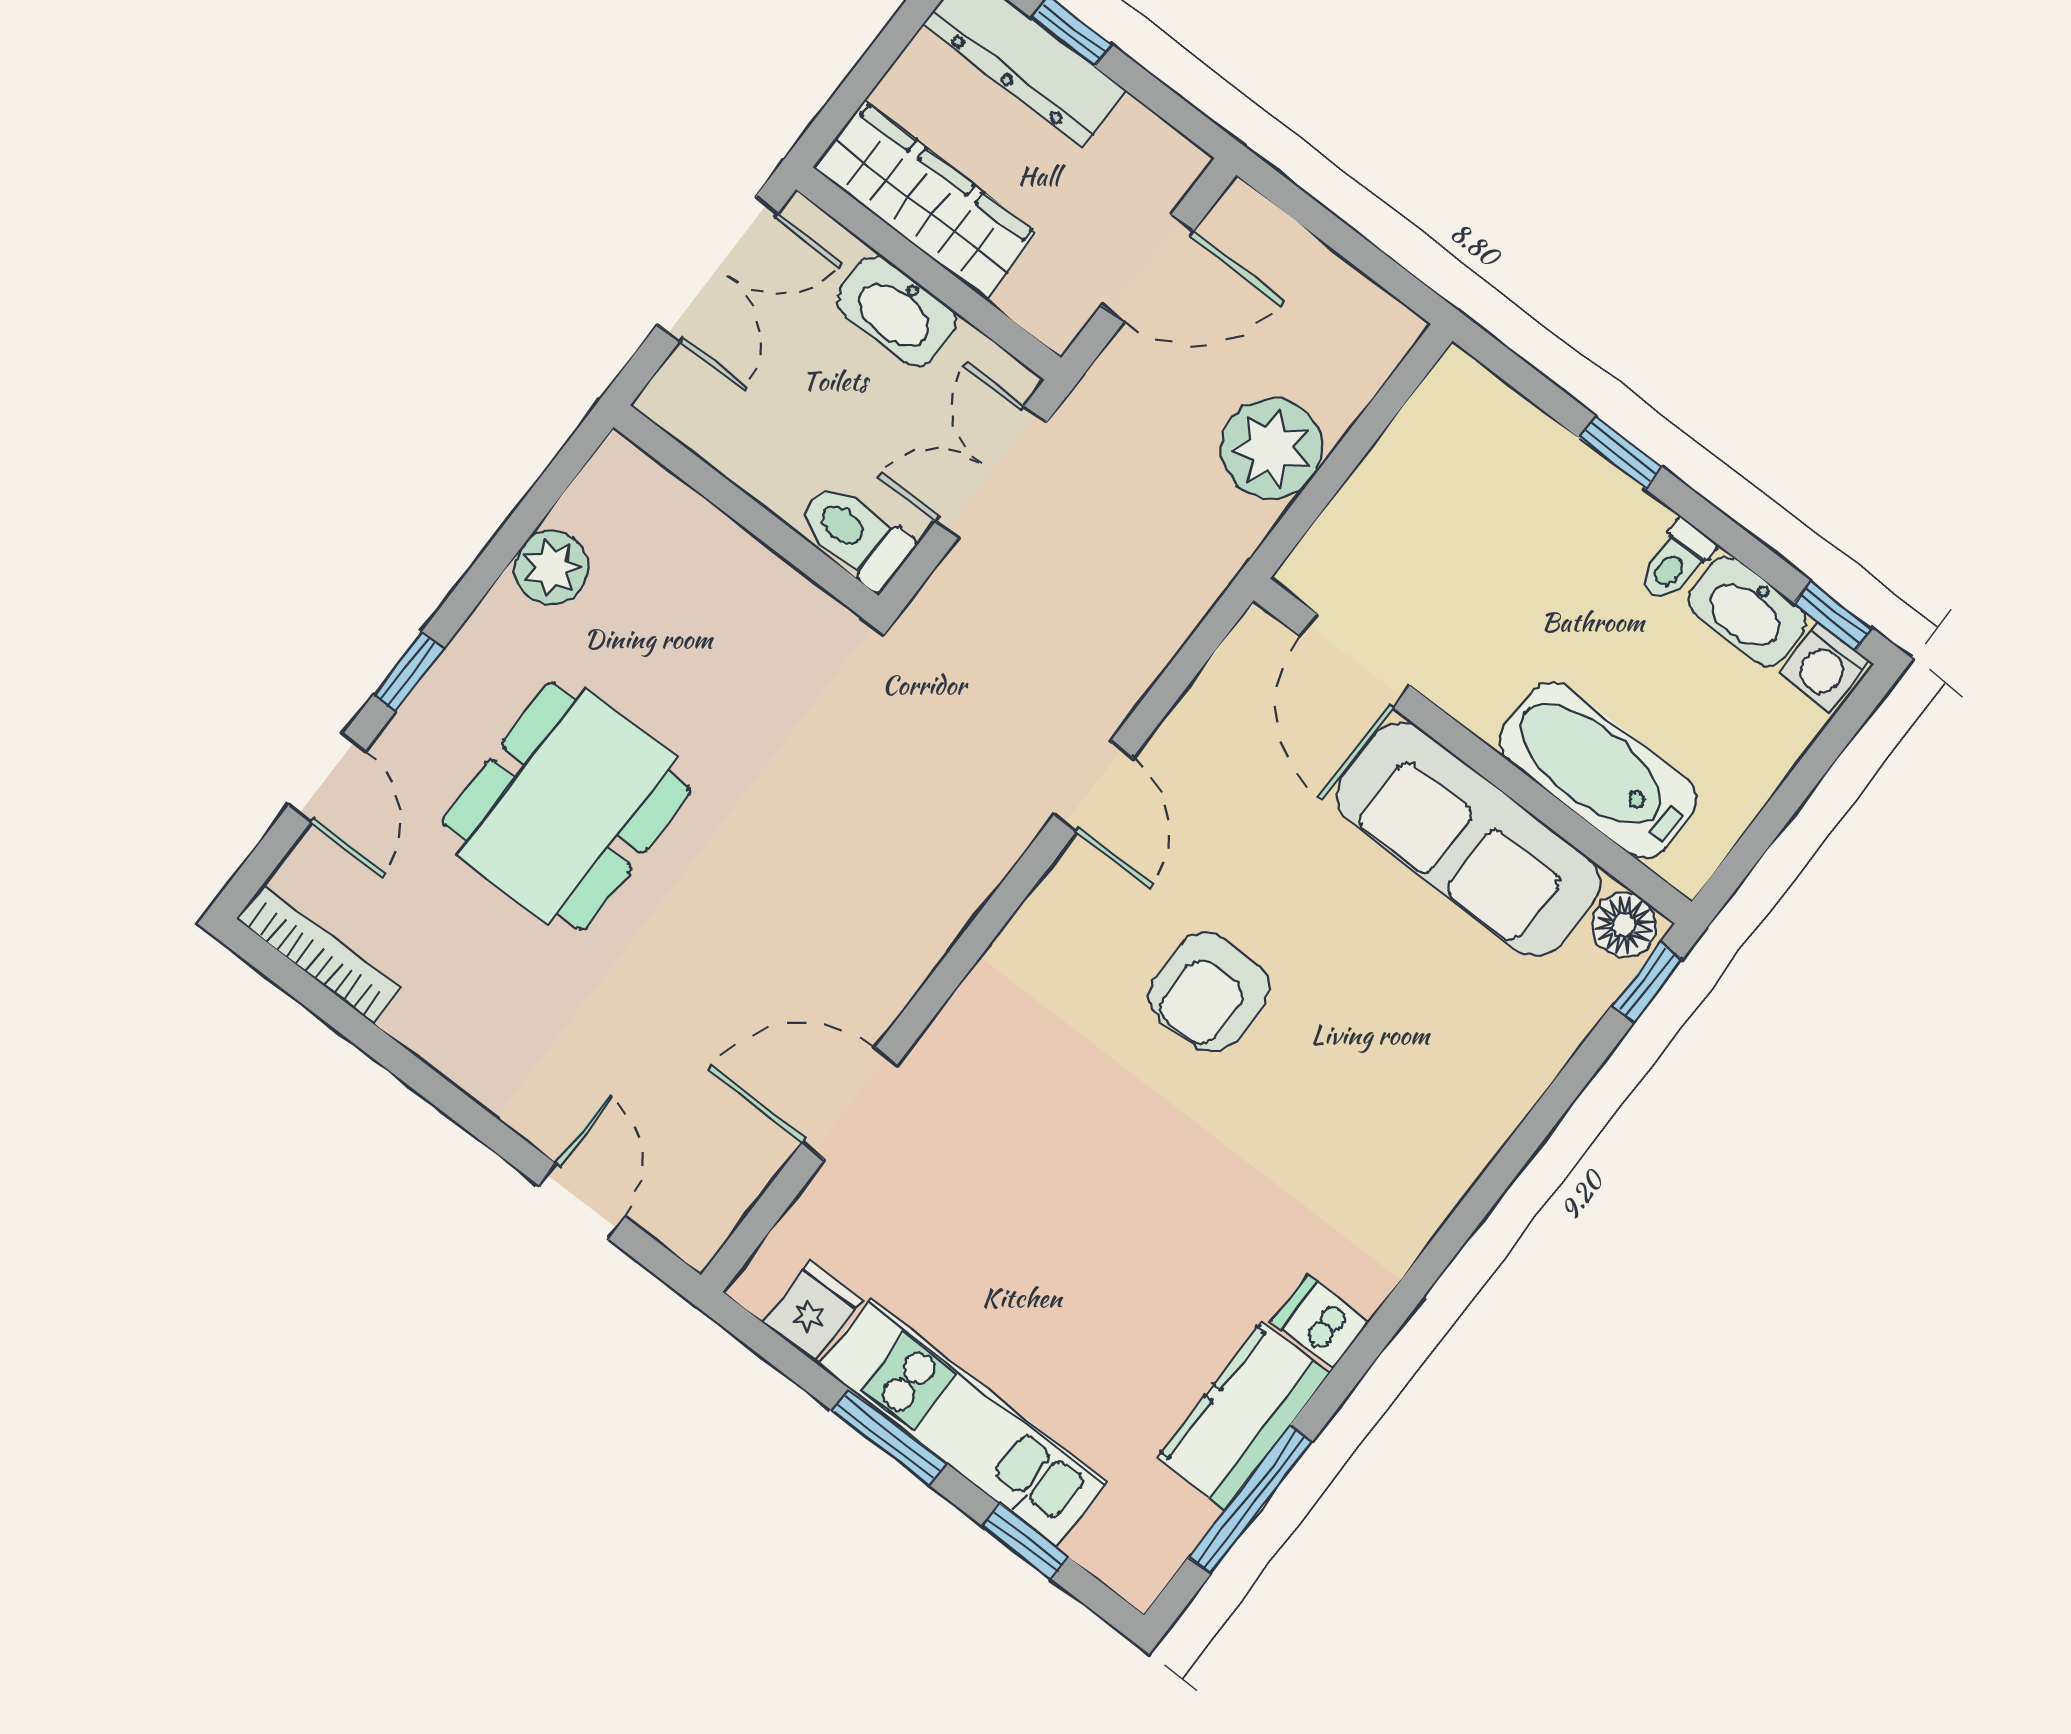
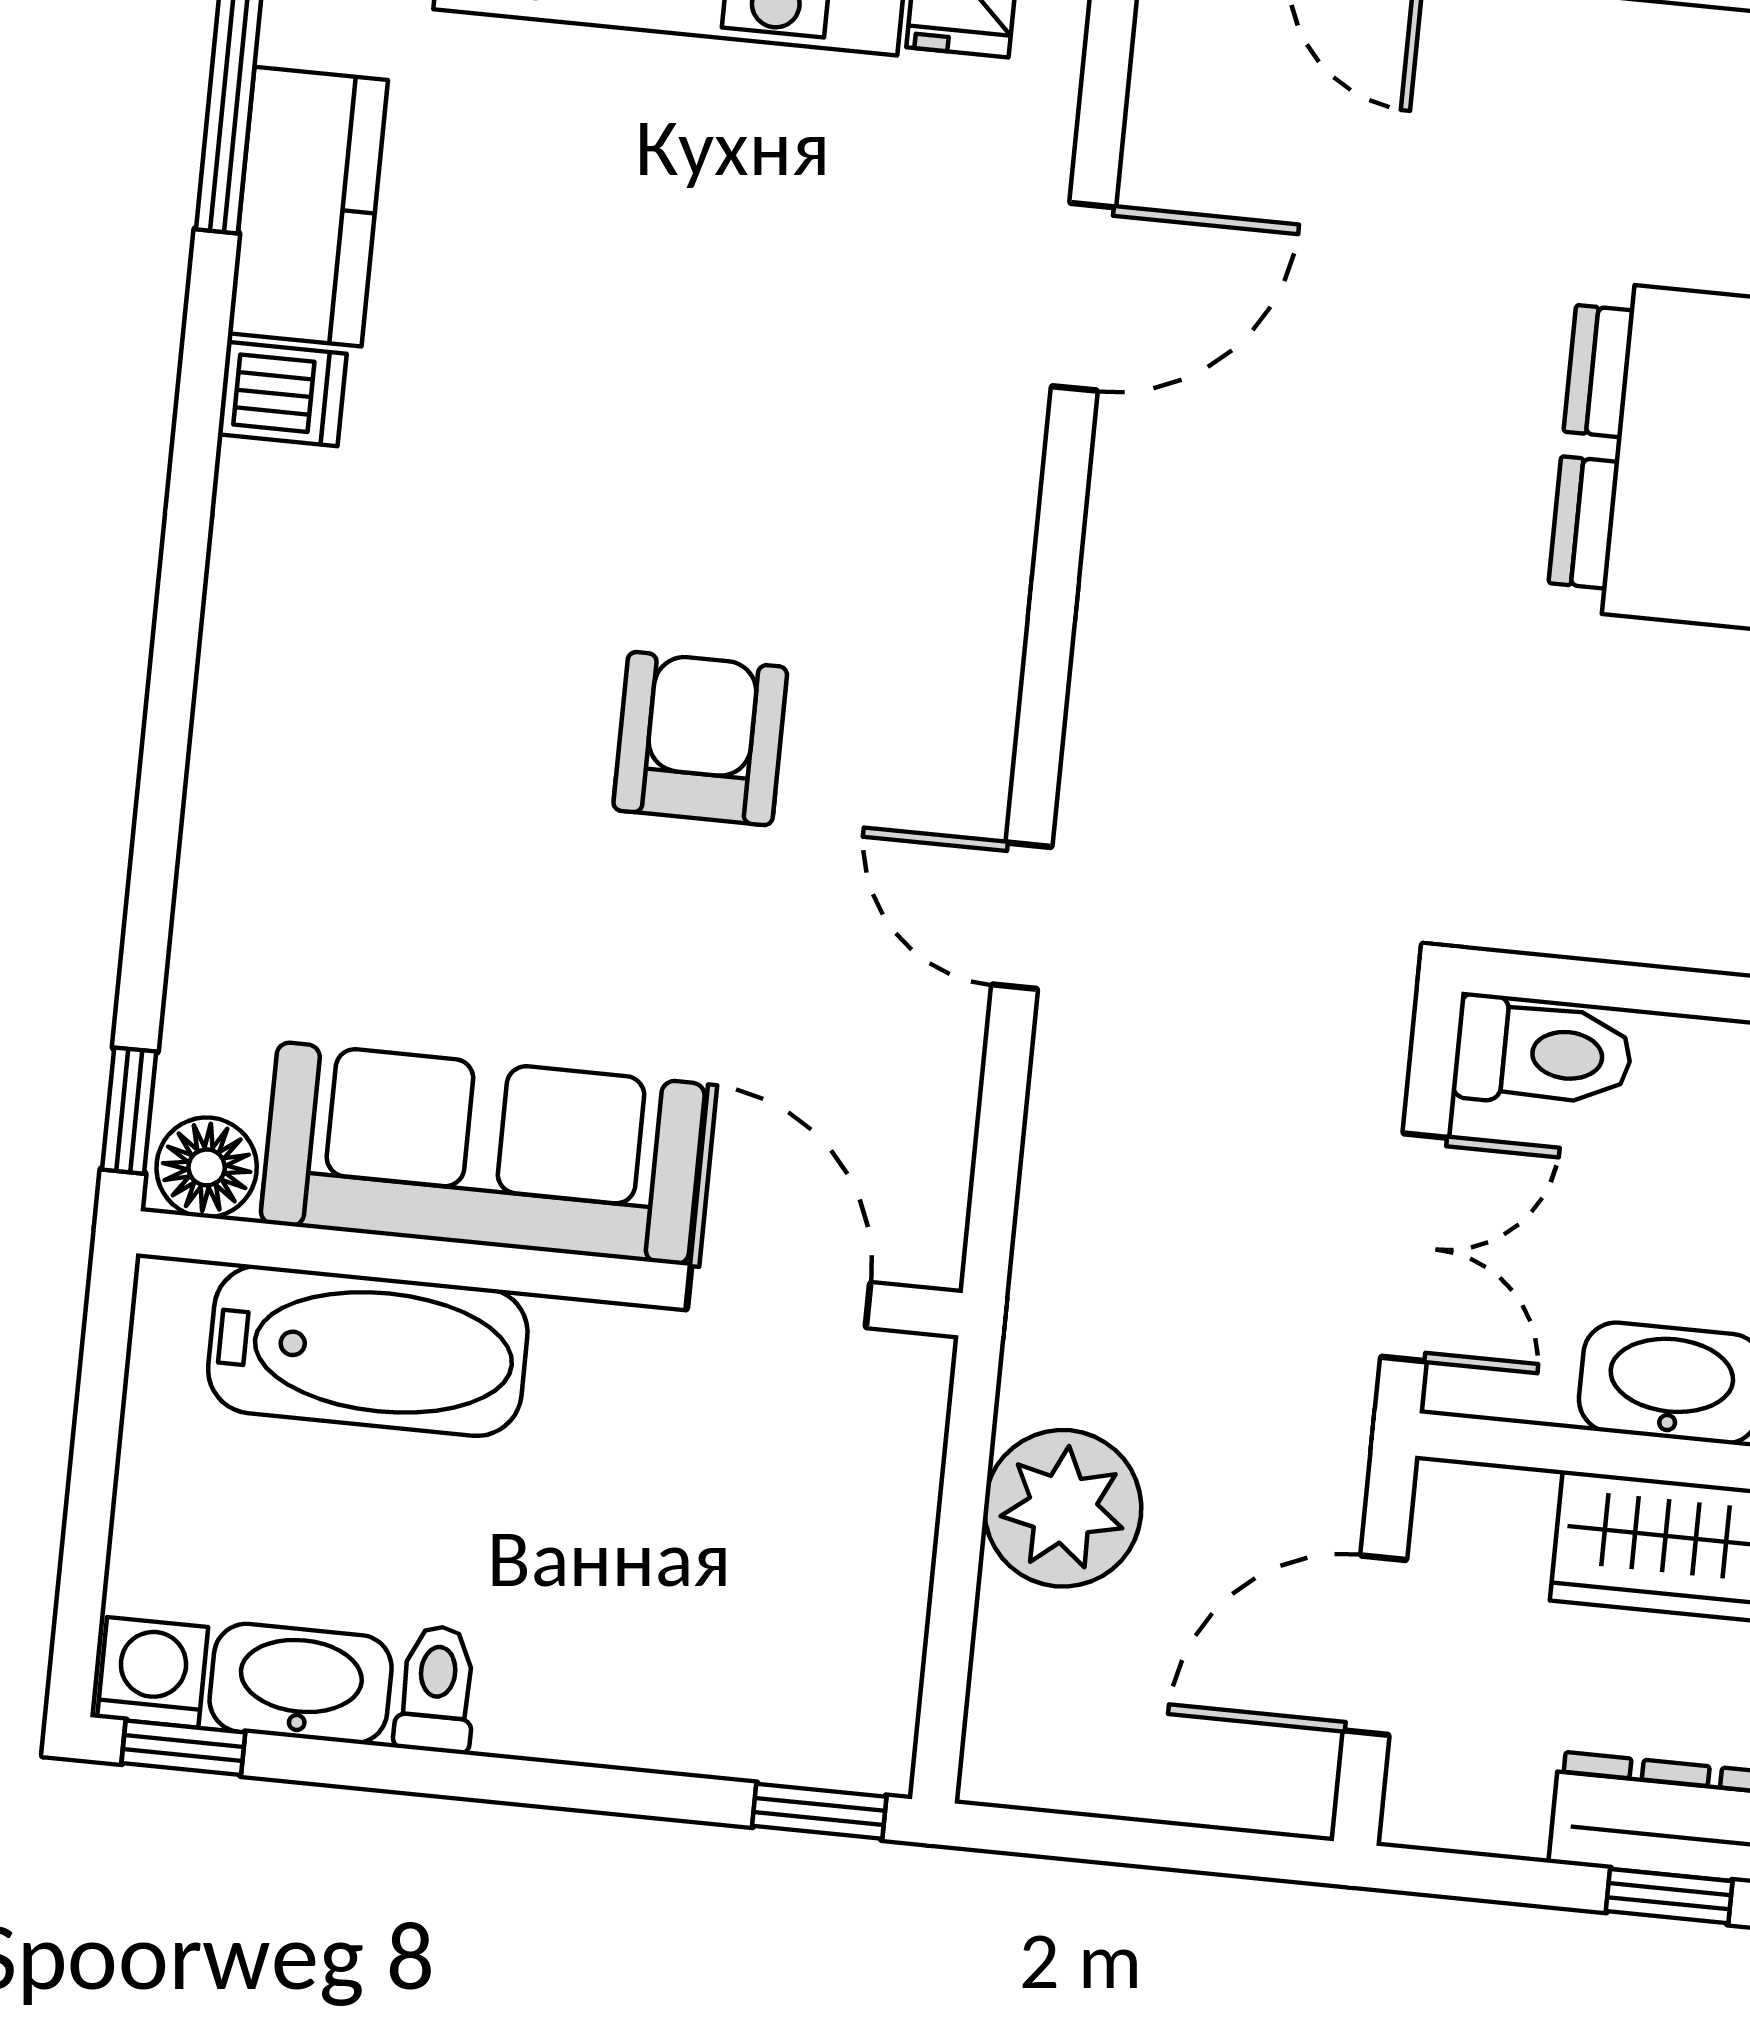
window: (1621, 452) -> (819, 1811), moved

